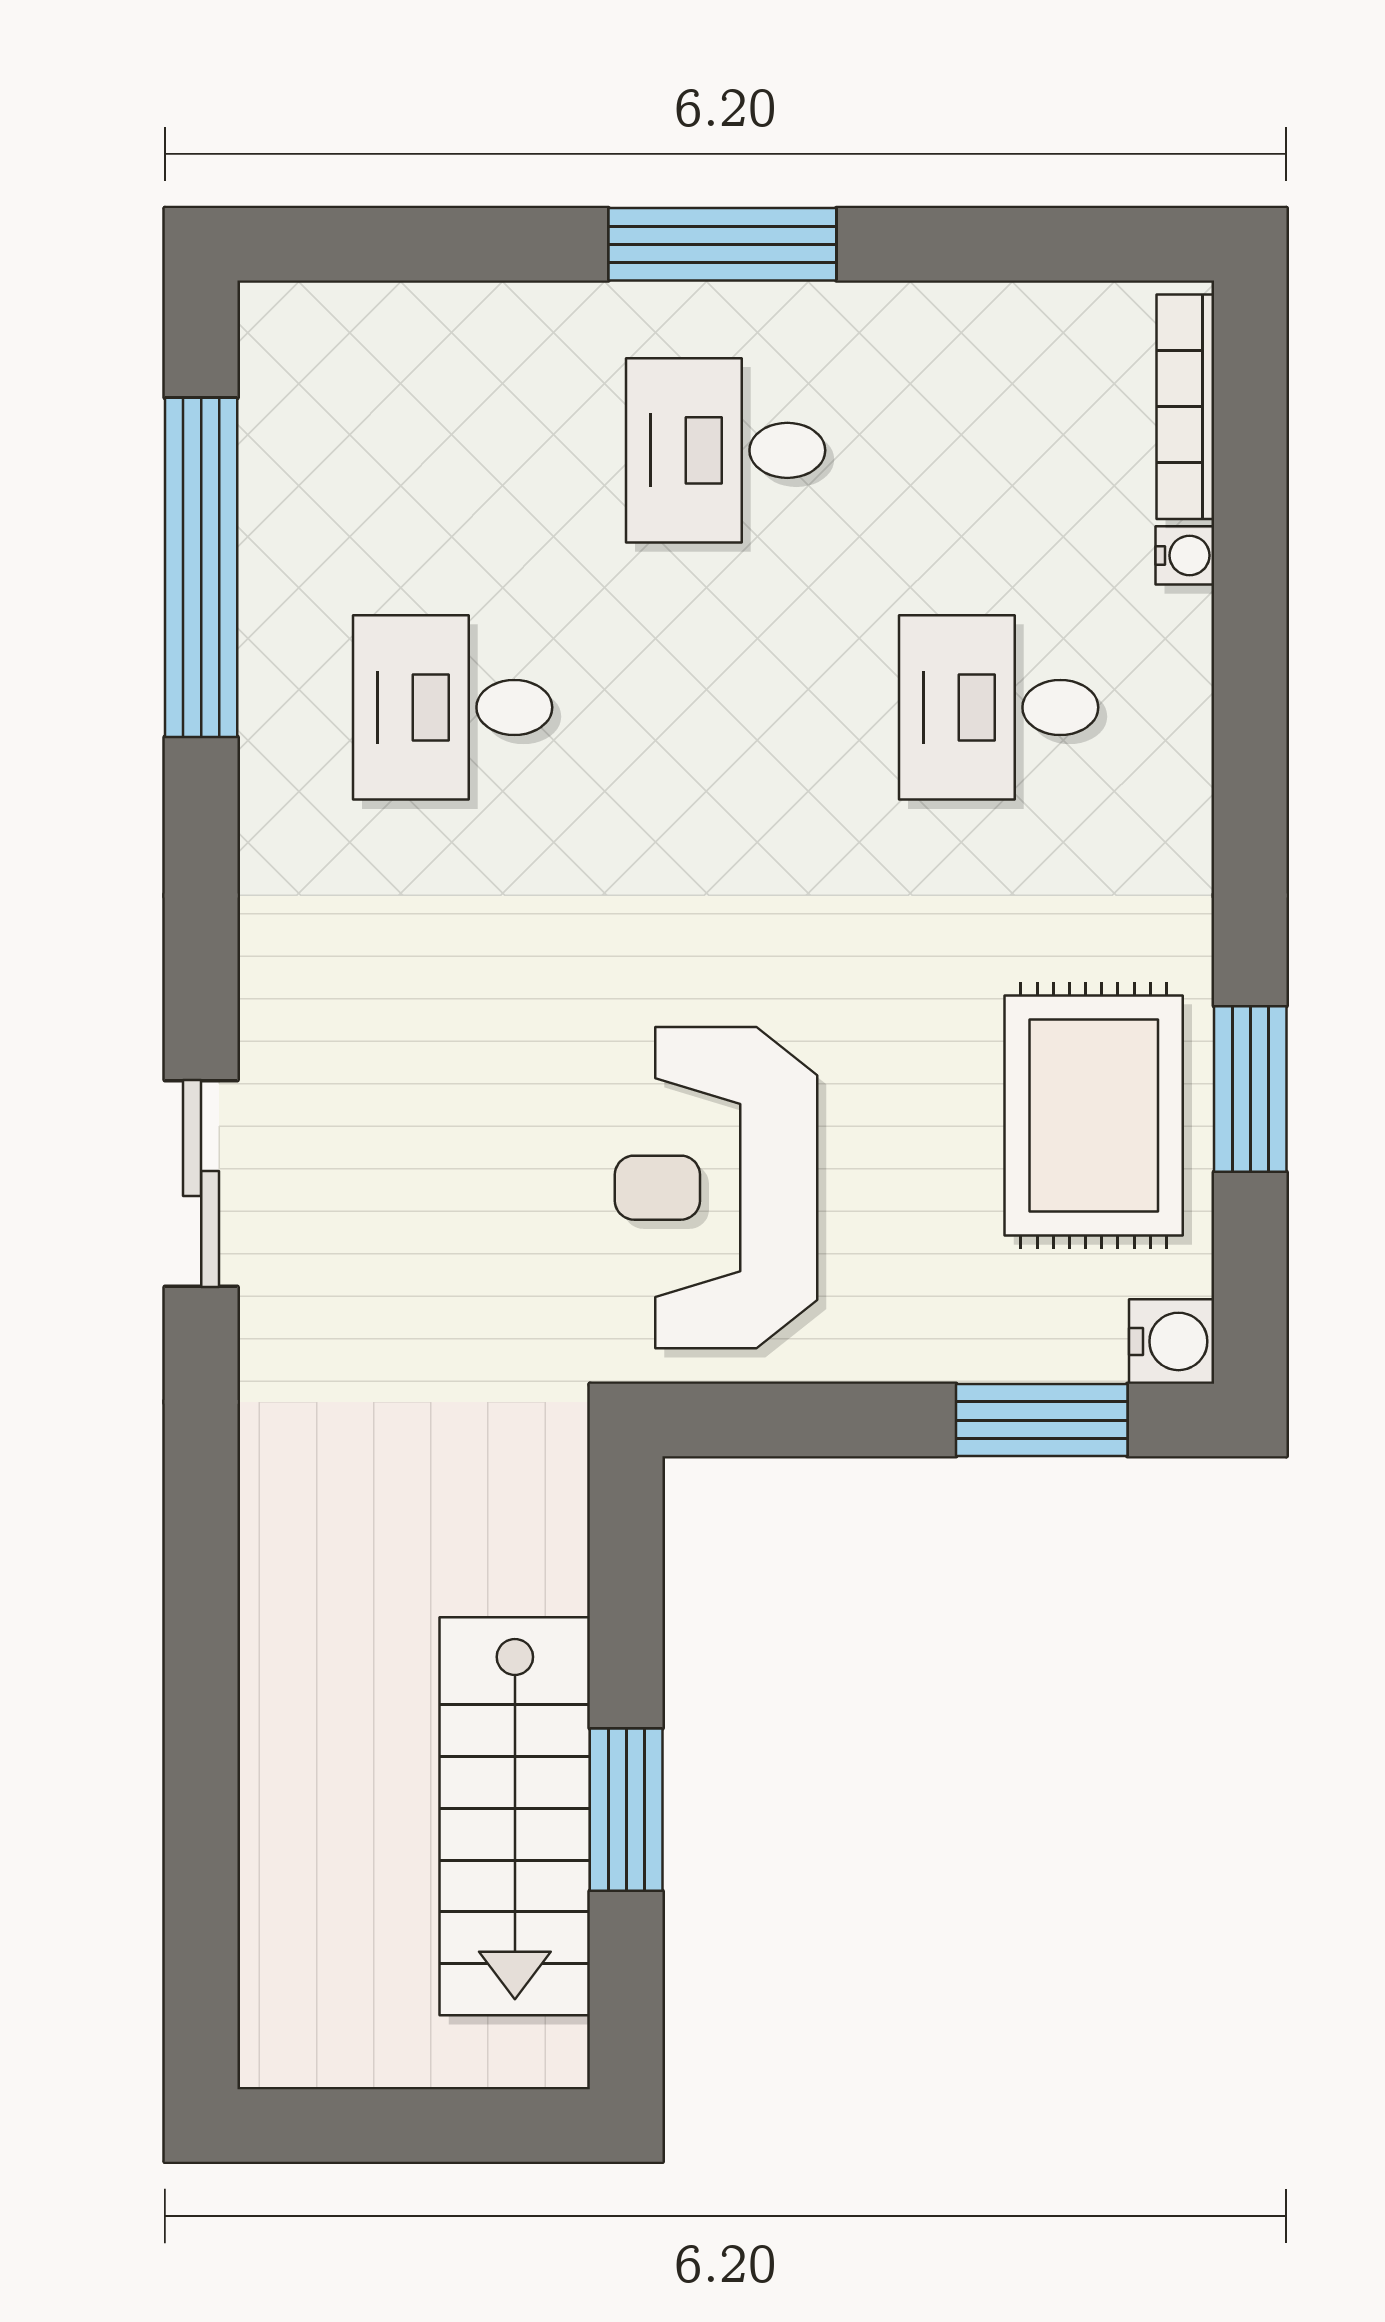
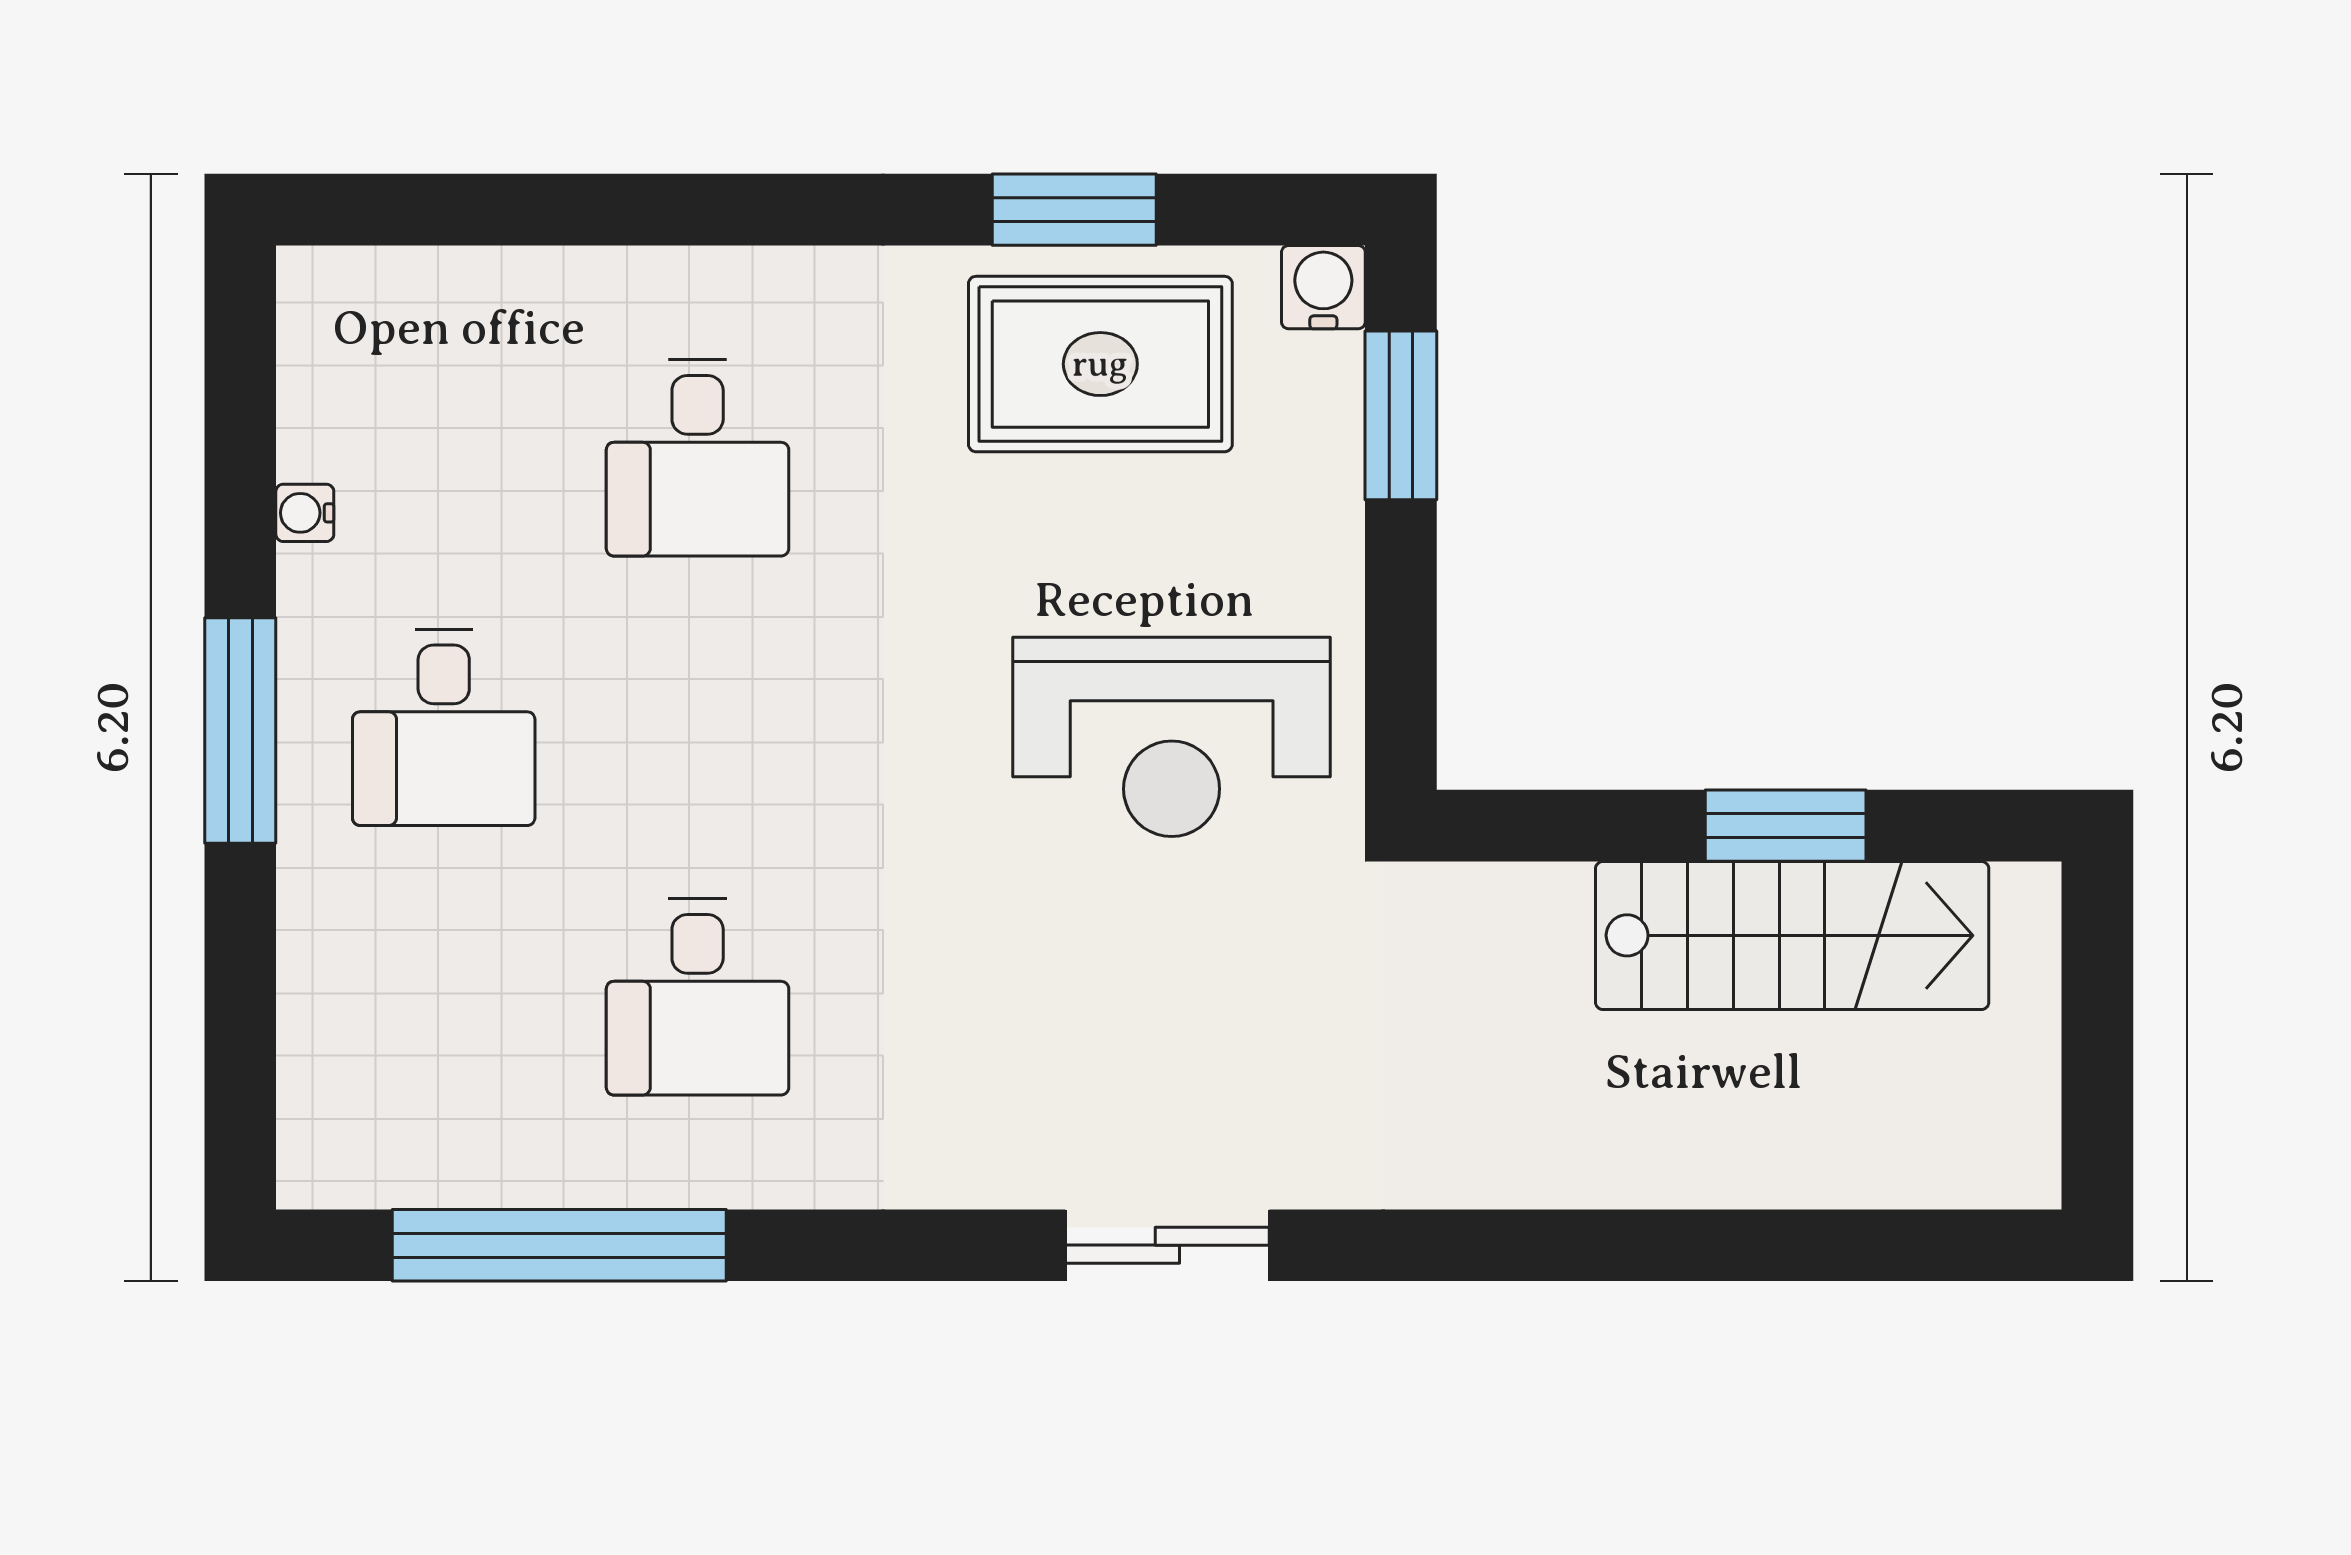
bookcase: (1185, 407) -> (401, 274), removed
water cooler: (1185, 555) -> (305, 513), moved, turned -90

